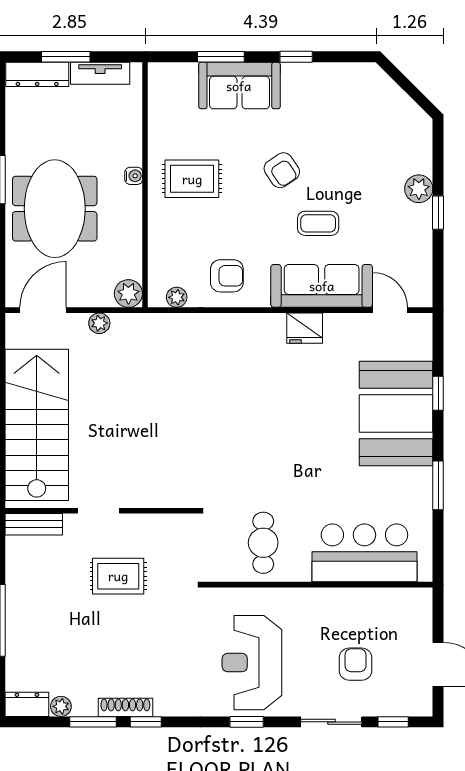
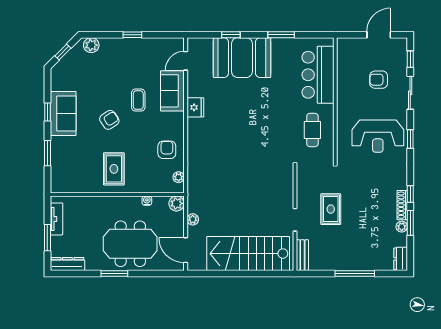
dresser: (37, 74) -> (67, 264), moved, turned -90
window: (406, 85) -> (63, 52), added
sofa: (239, 86) -> (63, 113), moved
water cooler: (134, 176) -> (147, 201), moved
plant: (419, 189) -> (91, 45), moved
sofa: (322, 286) -> (172, 91), width x0.73
cafe table: (263, 543) -> (312, 130), turned 90
plant: (61, 706) -> (402, 227), moved

